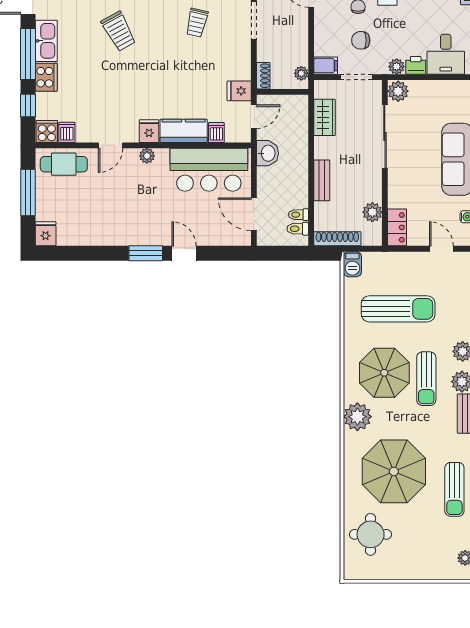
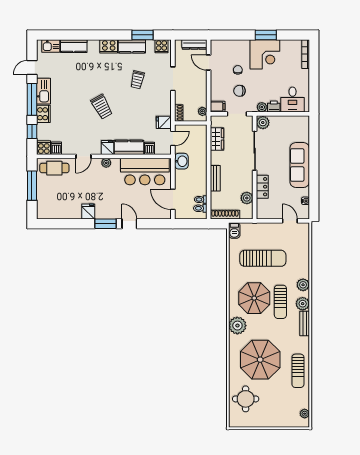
trolley: (119, 31) -> (102, 107), moved
locker: (397, 227) -> (262, 187), moved
fridge: (46, 234) -> (88, 211), moved

